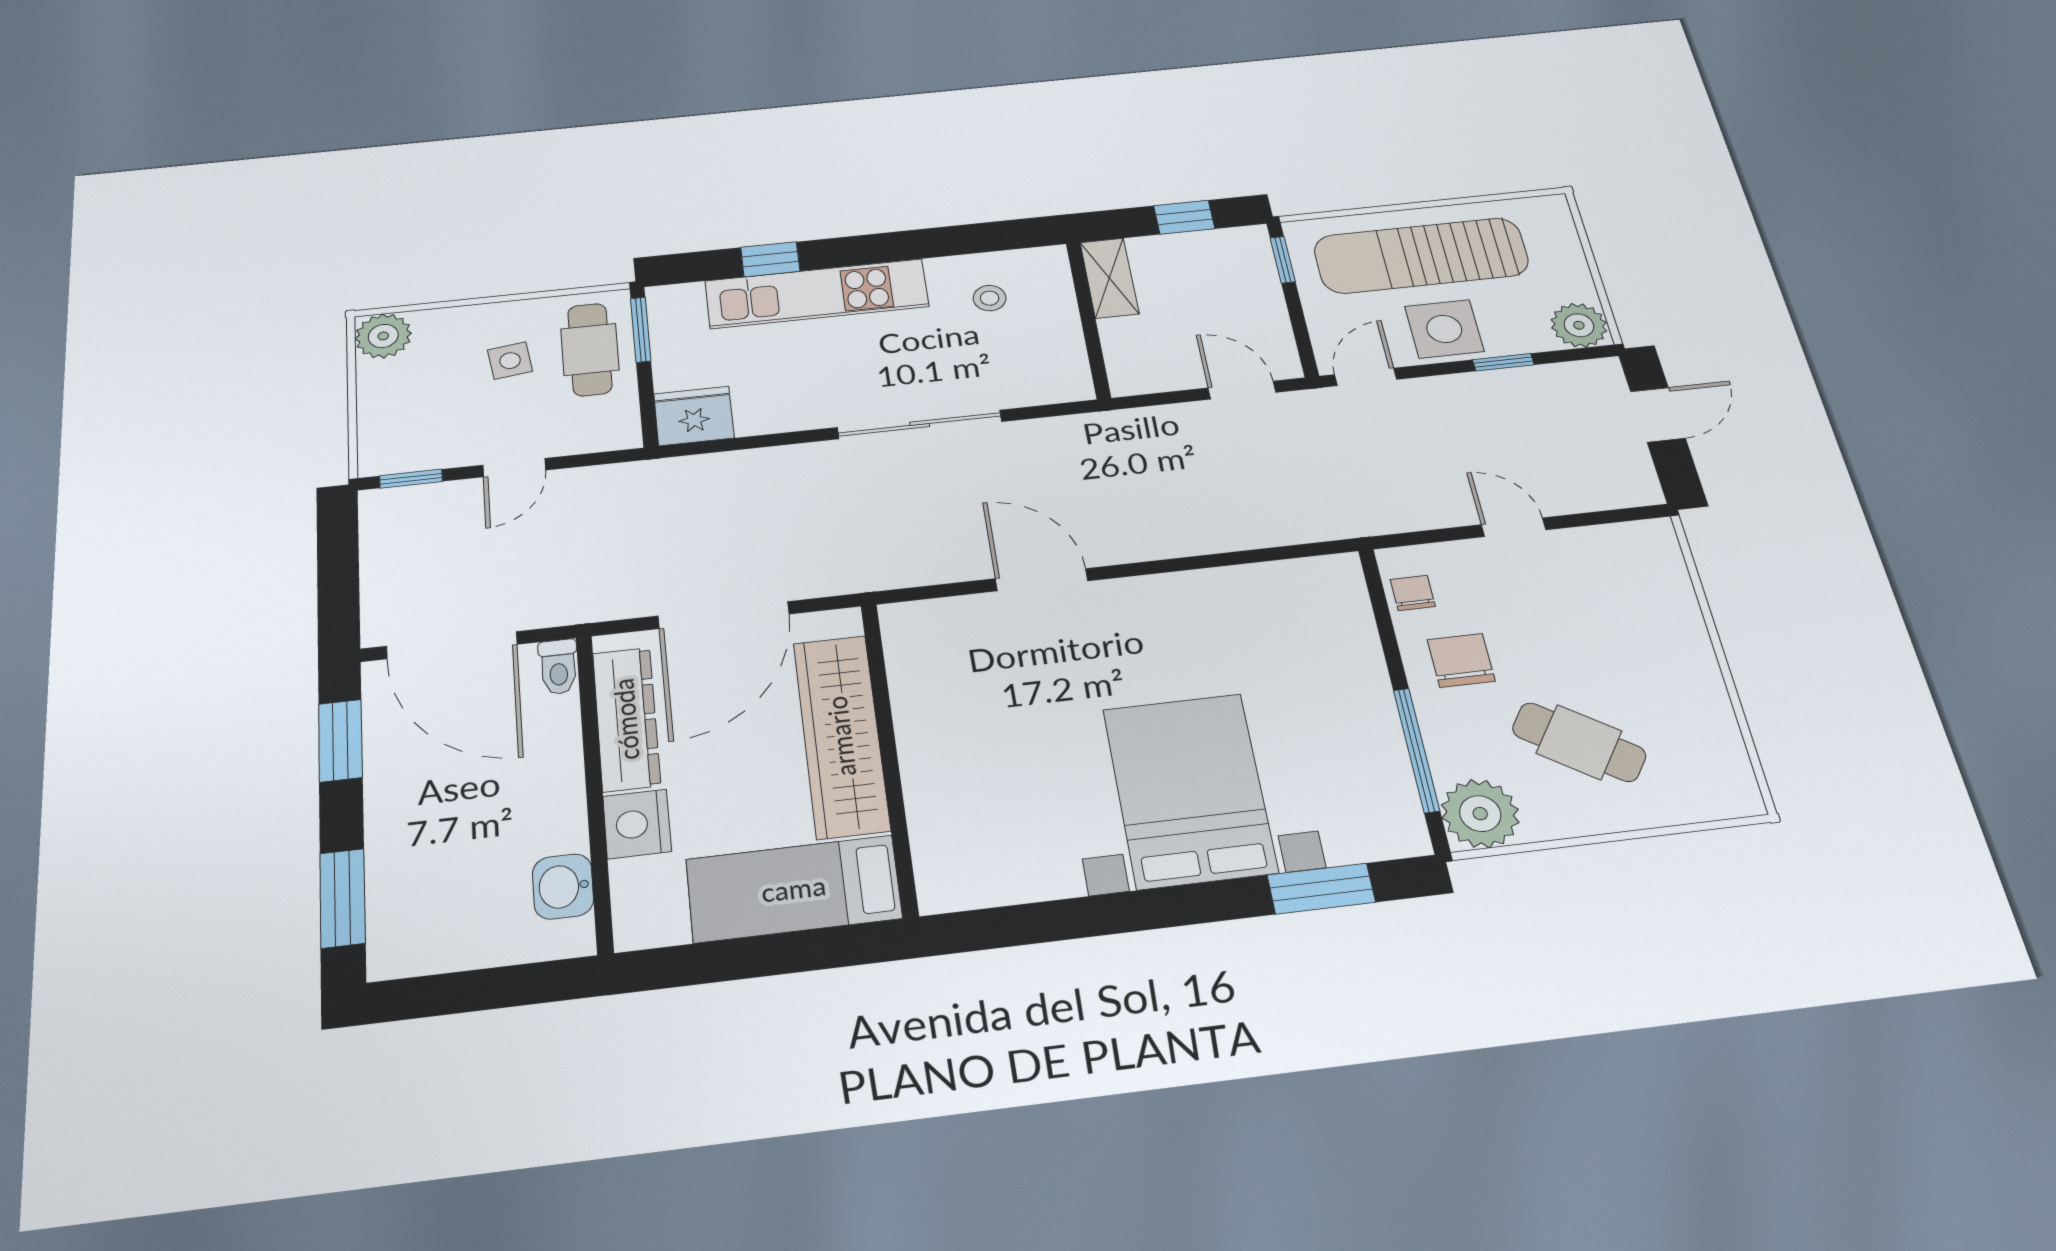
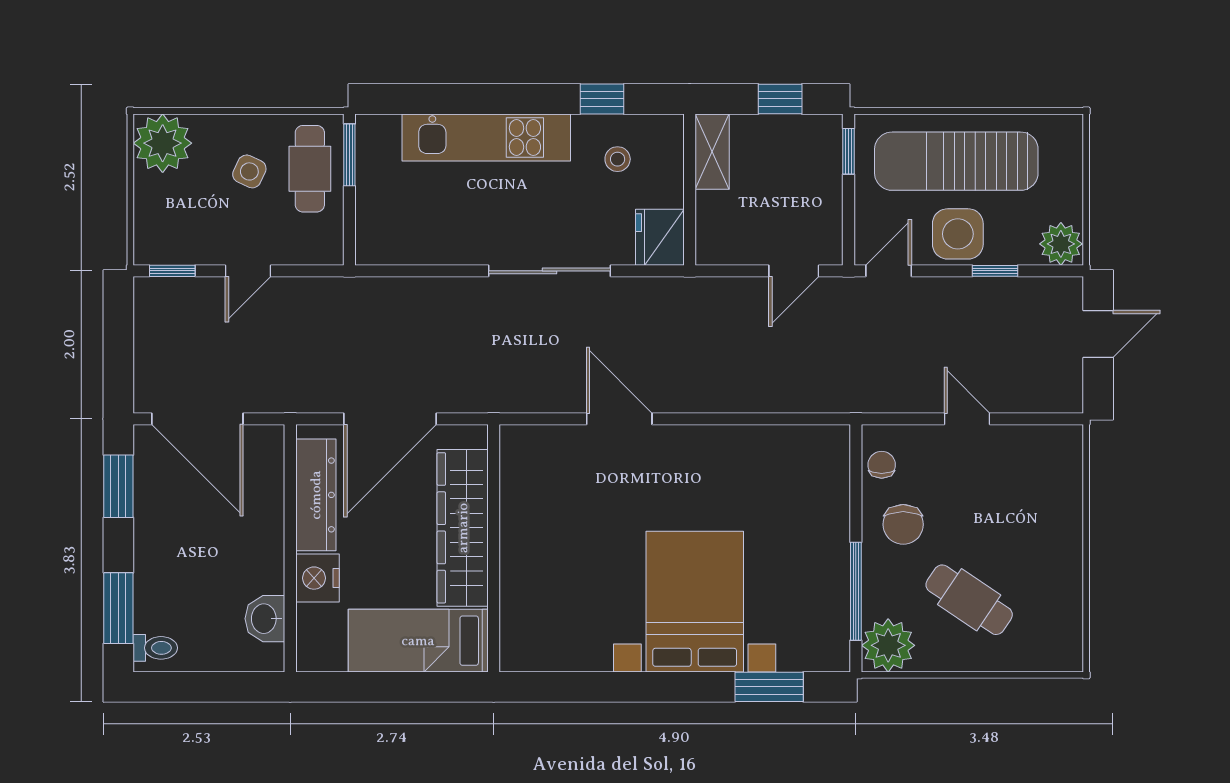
window: (770, 259) -> (602, 99), moved
plant: (383, 336) -> (163, 143), width x1.36, depth x1.36
side table: (510, 361) -> (249, 171), turned 33
door: (1242, 390) -> (794, 271), swing flipped
fridge: (694, 416) -> (660, 237), moved, turned -90
chair: (1461, 660) -> (903, 524), turned 180
toilet: (558, 667) -> (155, 648), moved, turned -90

